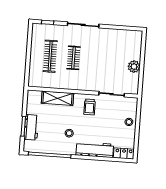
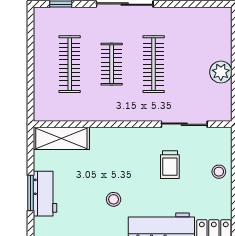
clothes rail: (97, 60) -> (154, 64), added
shelving: (58, 98) -> (61, 138), moved
trolley: (90, 107) -> (170, 165), moved

